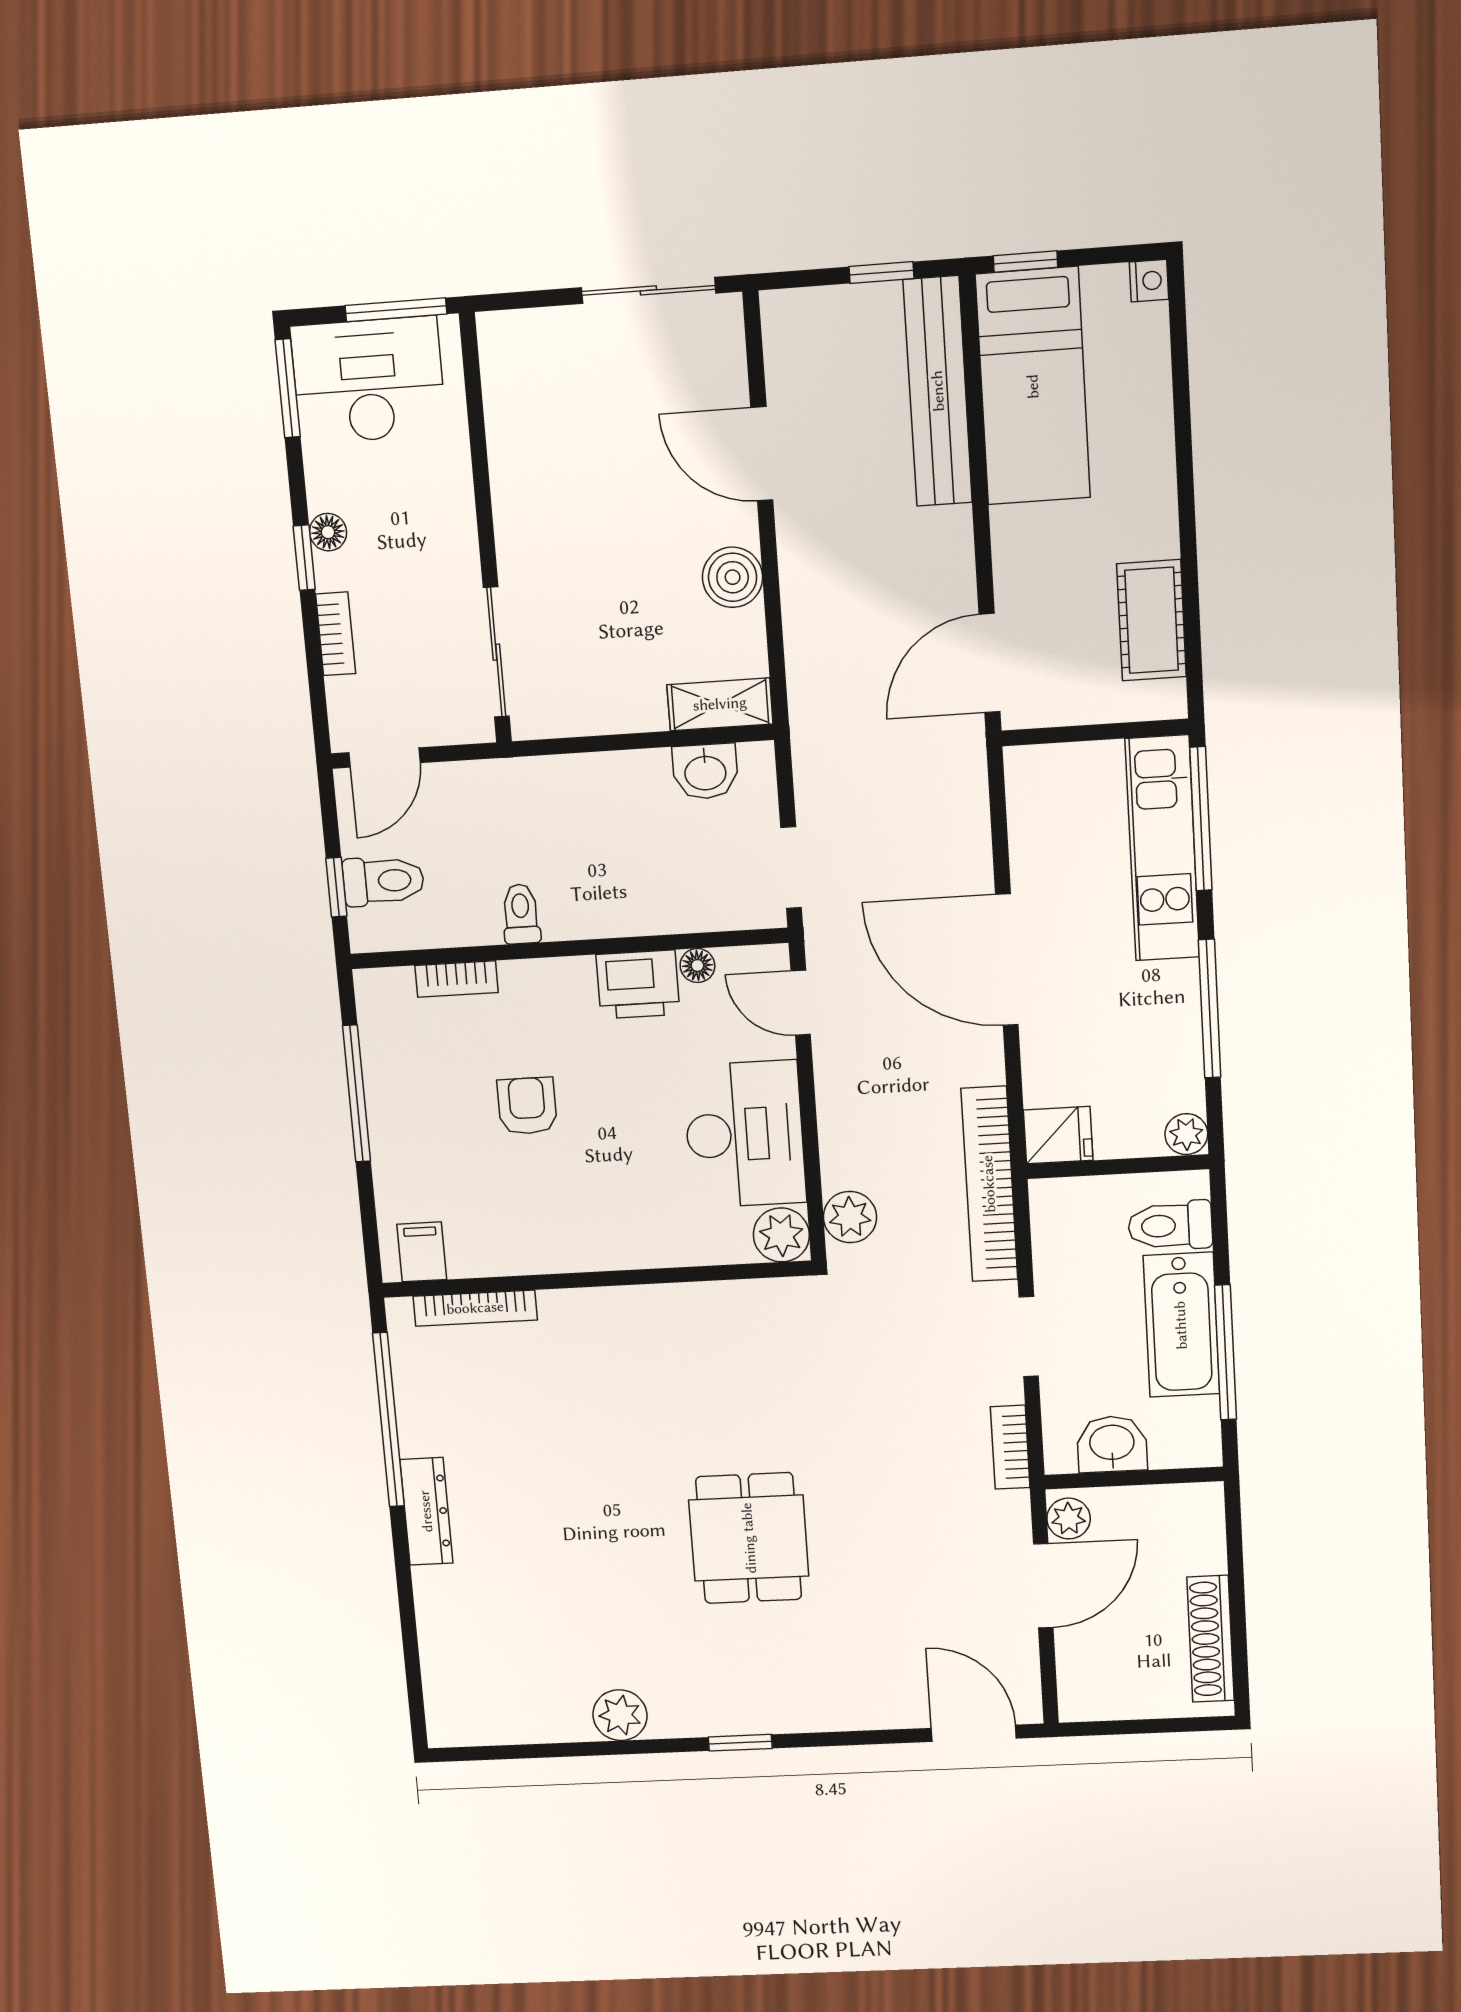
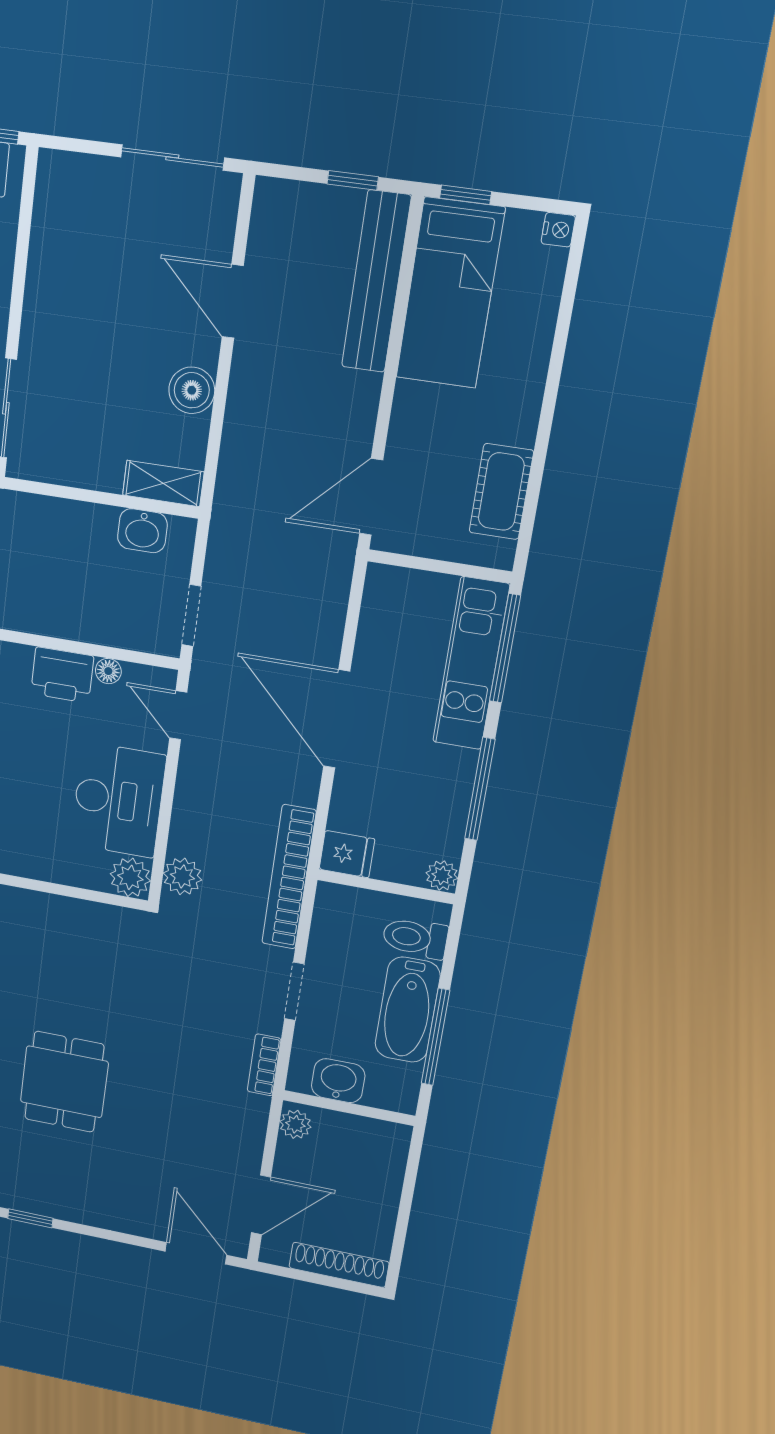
door: (1043, 1586) -> (261, 1205), moved
shoe rack: (1210, 1639) -> (339, 1265), moved, turned 90

